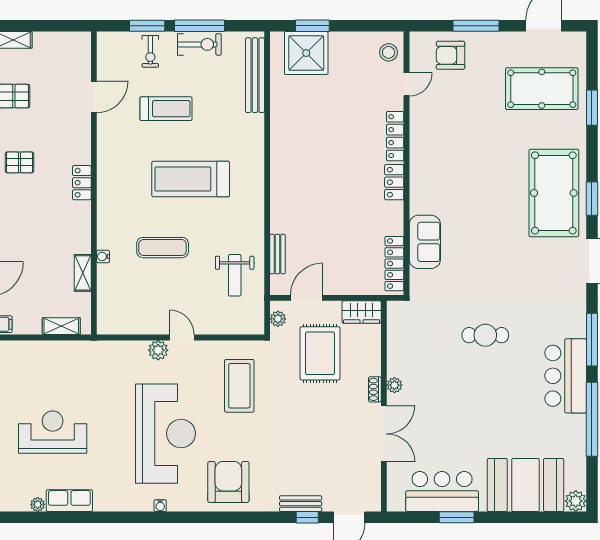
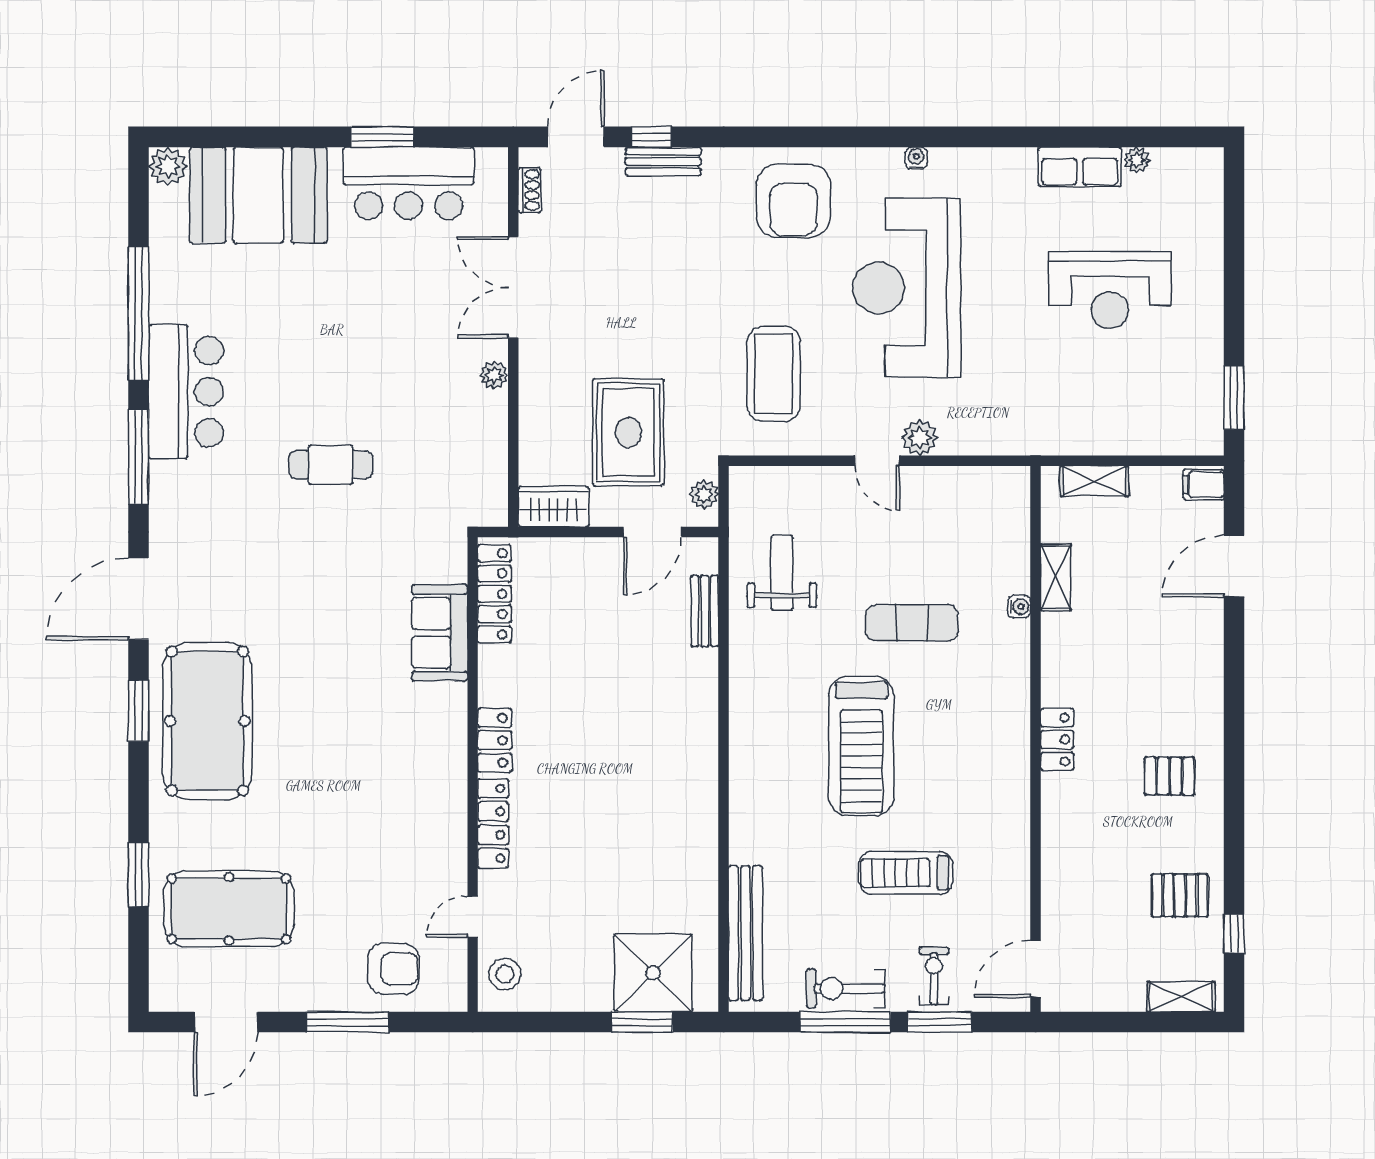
door: (94, 97) -> (1036, 969), moved
treadmill: (191, 179) -> (861, 746), turned 90
shoe rack: (375, 389) -> (529, 190), moved

